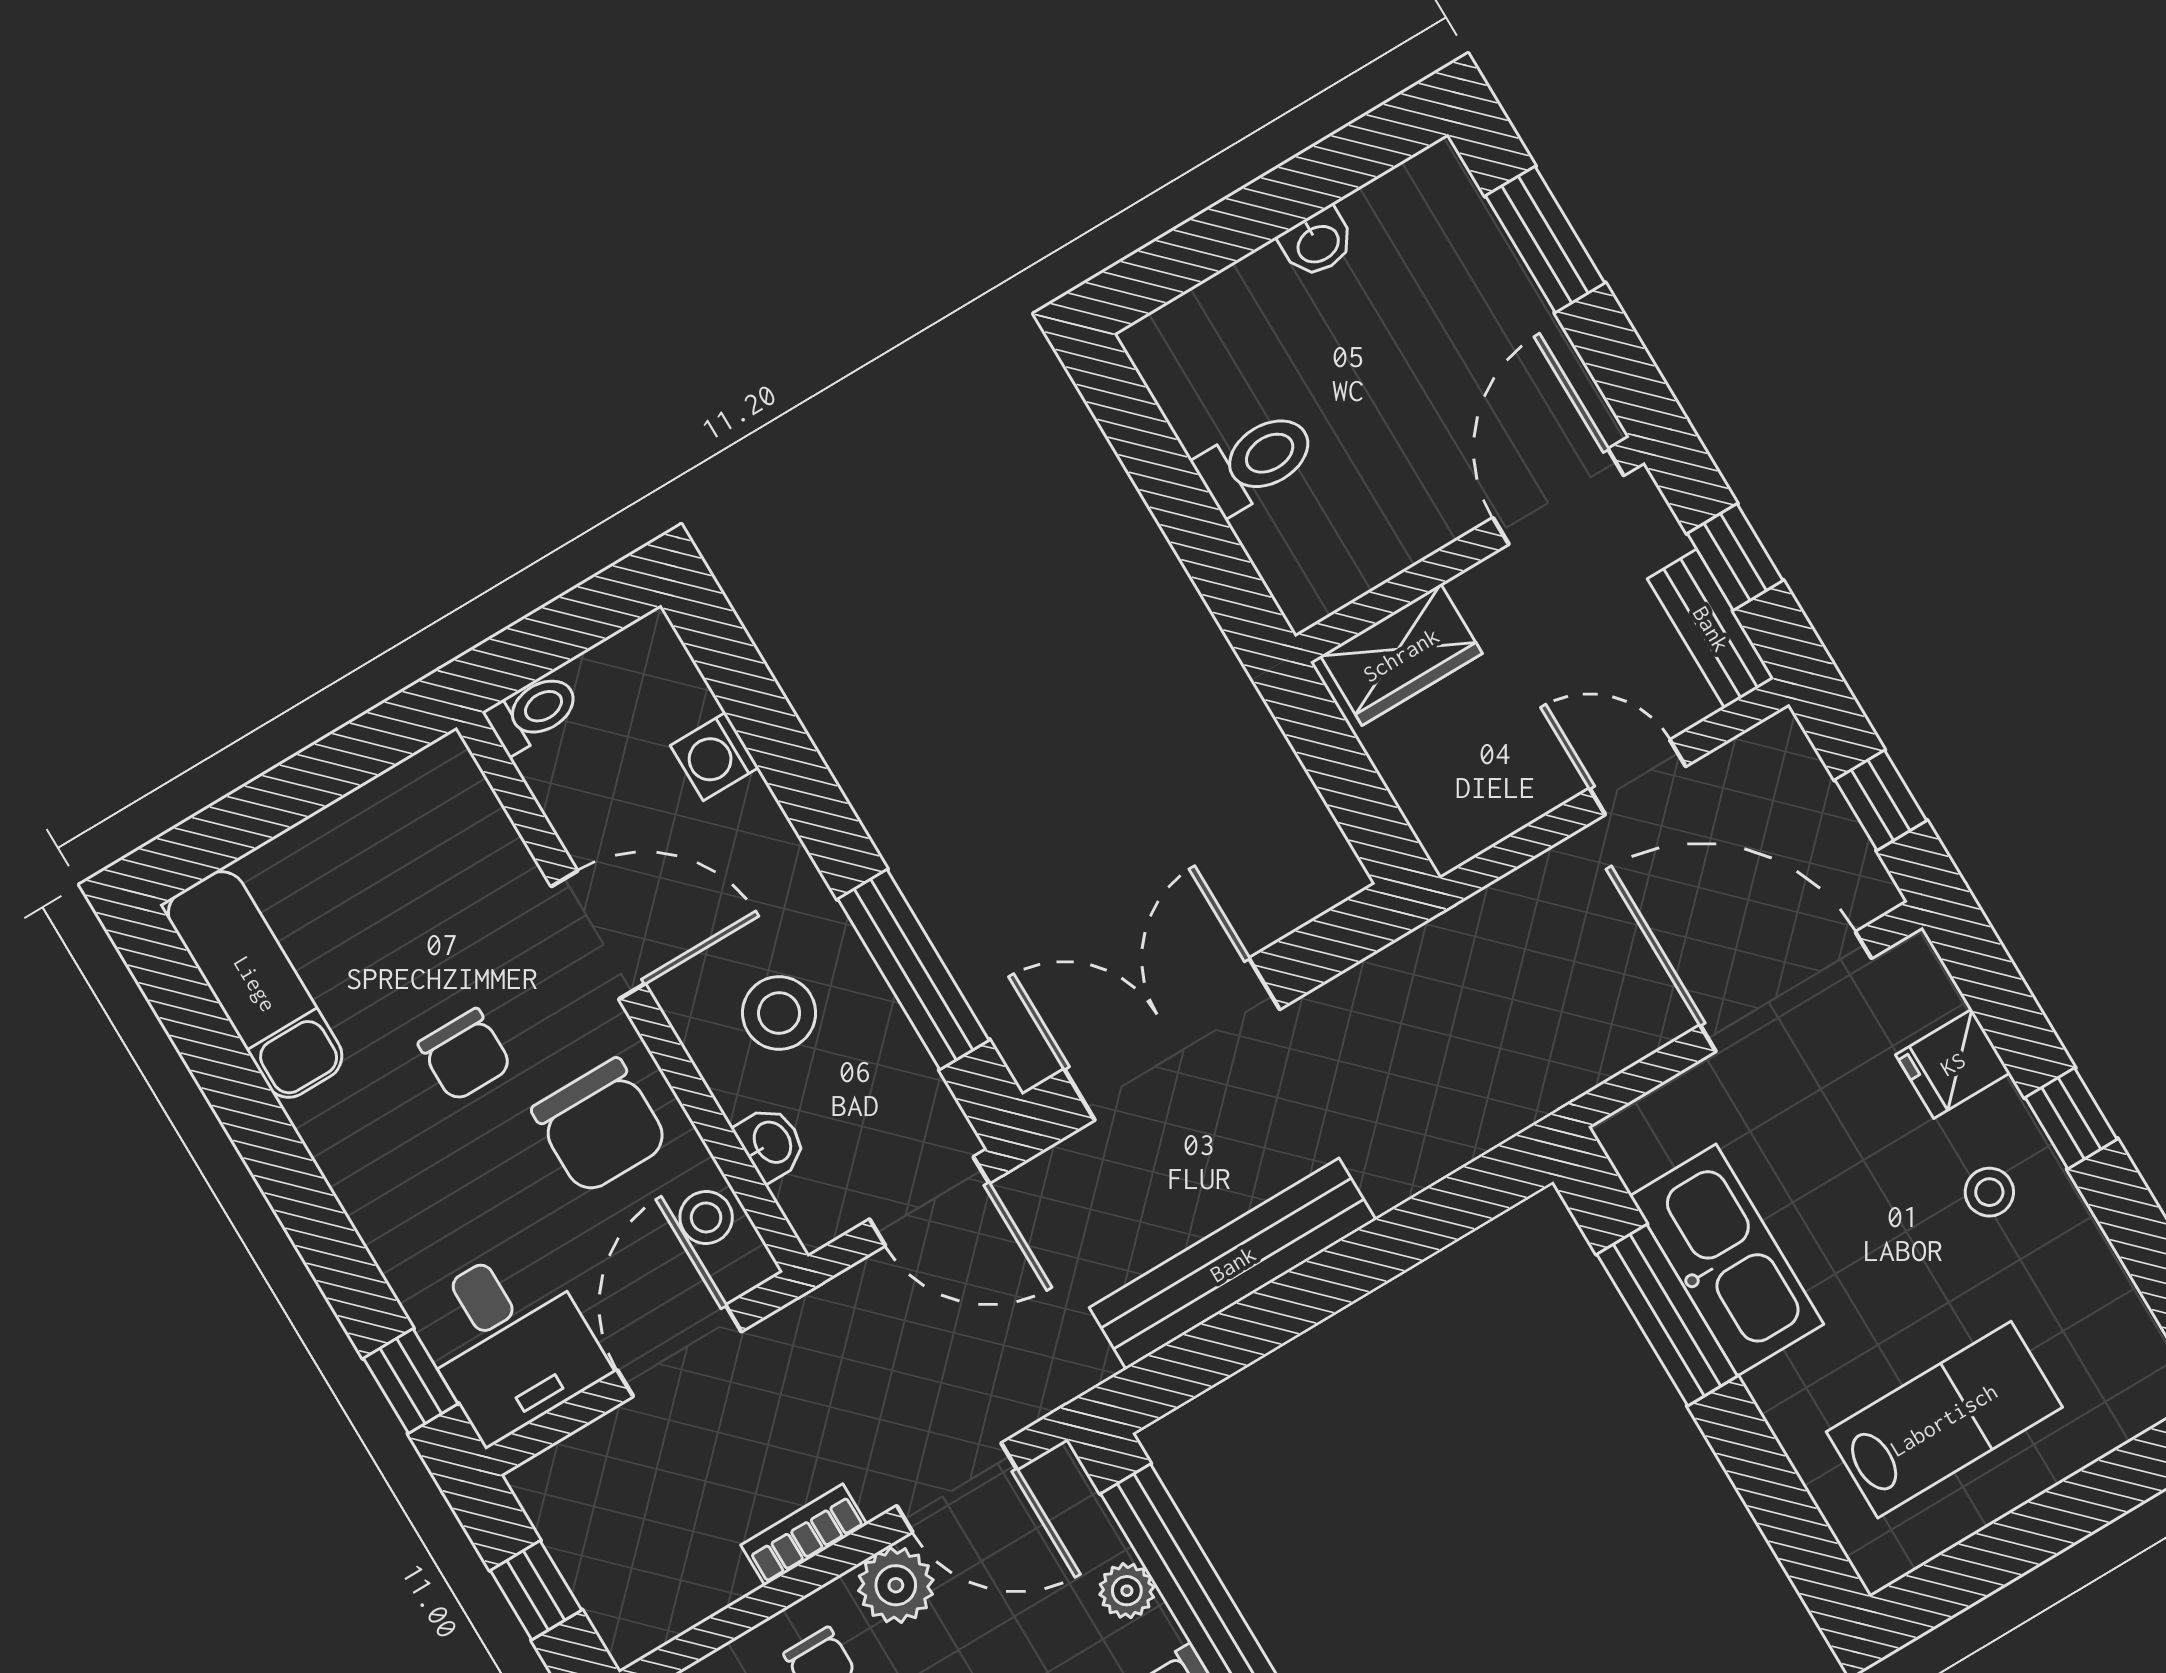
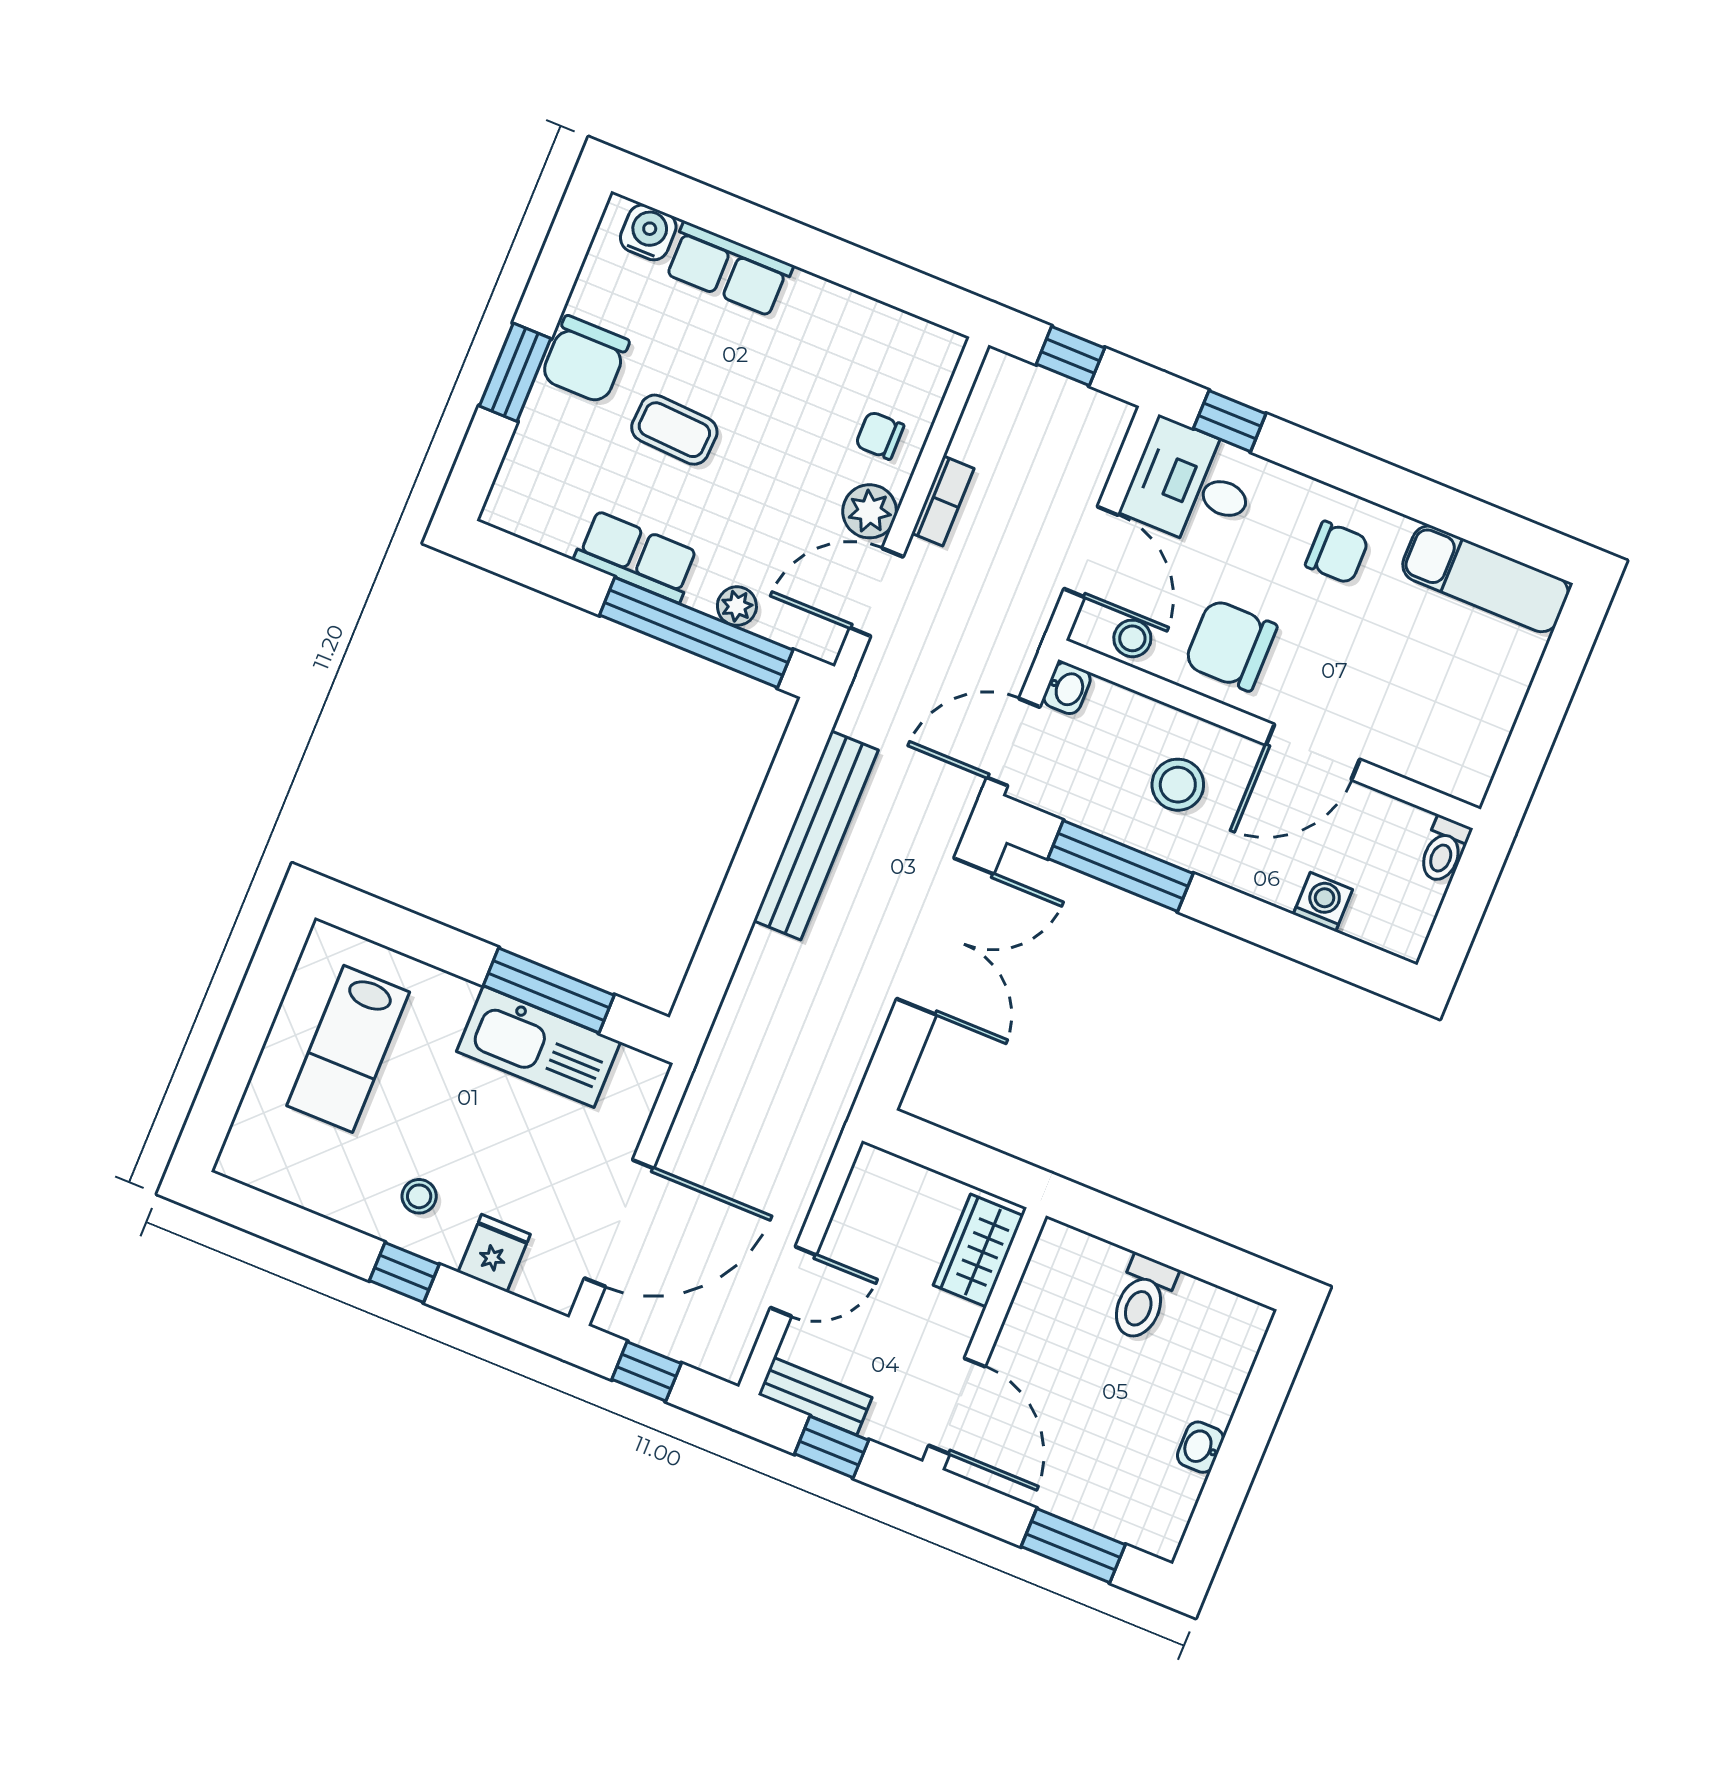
chair: (465, 1055) -> (1337, 552), moved, turned 180
washbasin: (771, 1143) -> (1067, 688), moved, turned -90

